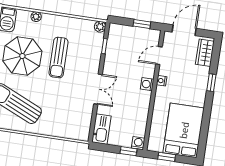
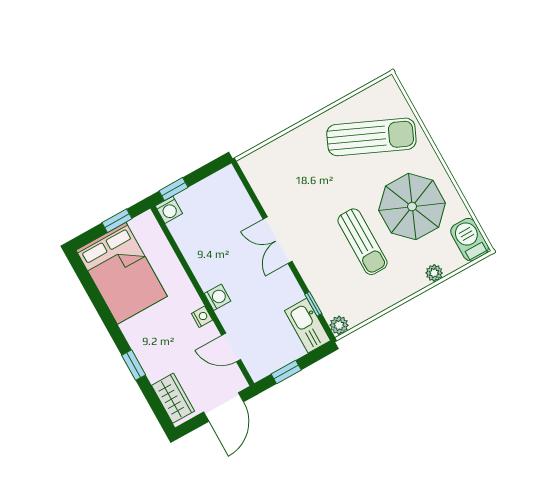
door: (159, 56) -> (231, 347), swing flipped
sun lounger: (59, 58) -> (362, 242), turned 180
kitchen sink: (101, 129) -> (308, 326), moved

